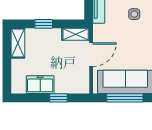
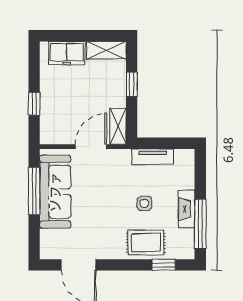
door: (91, 55) -> (91, 147), swing flipped
freezer: (40, 85) -> (67, 53), moved, turned 90

